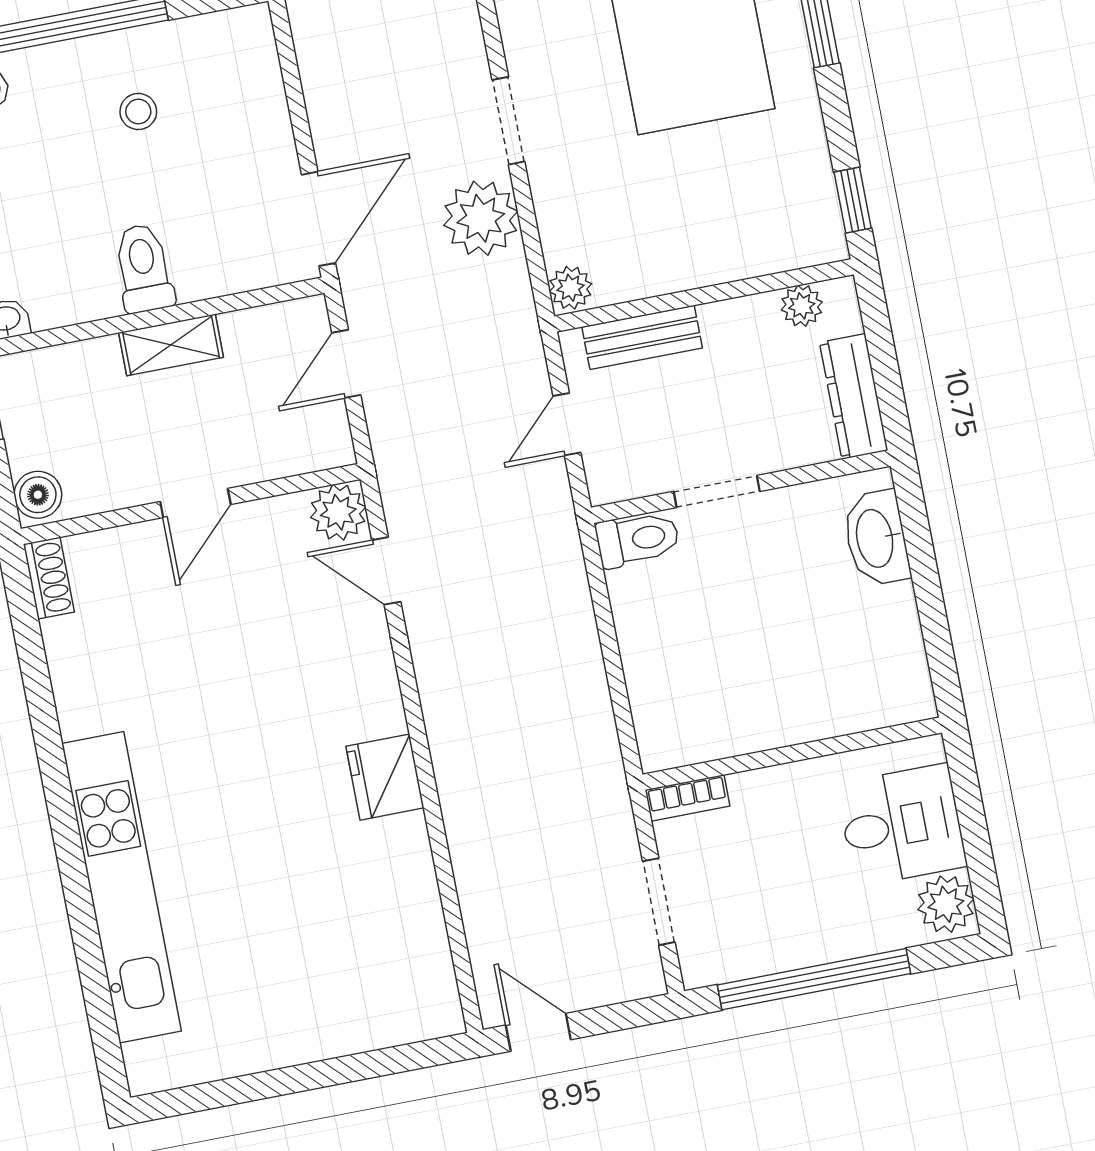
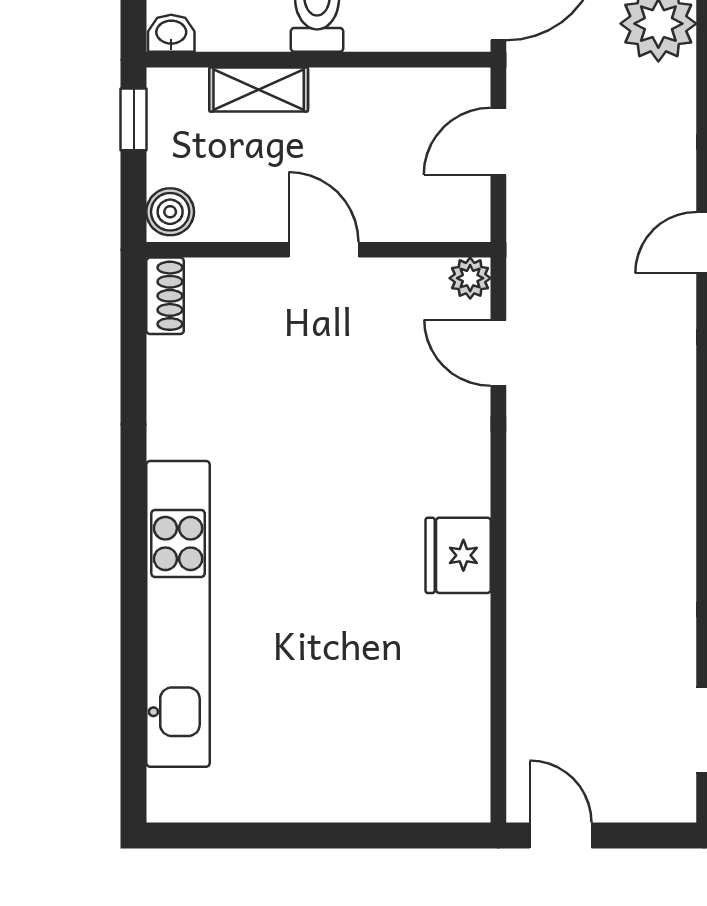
shelving: (171, 345) -> (259, 89), moved
door: (195, 503) -> (324, 250), swing flipped
plant: (338, 512) -> (470, 278), width x0.73, depth x0.73

